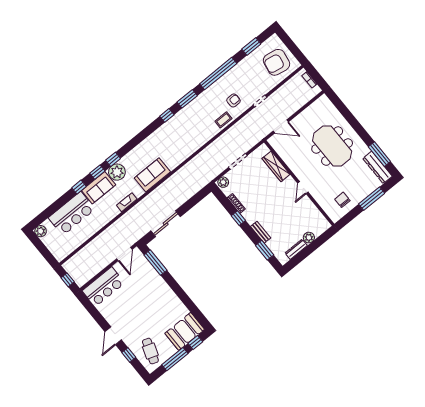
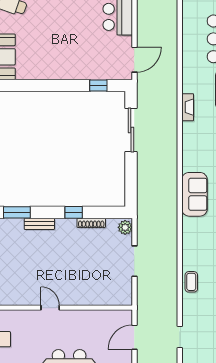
armchair: (234, 100) -> (203, 309), removed
wardrobe: (276, 166) -> (96, 297), removed
sofa: (152, 175) -> (194, 194), moved
door: (124, 254) -> (134, 60), swing flipped
window: (155, 263) -> (98, 85), width x0.46

